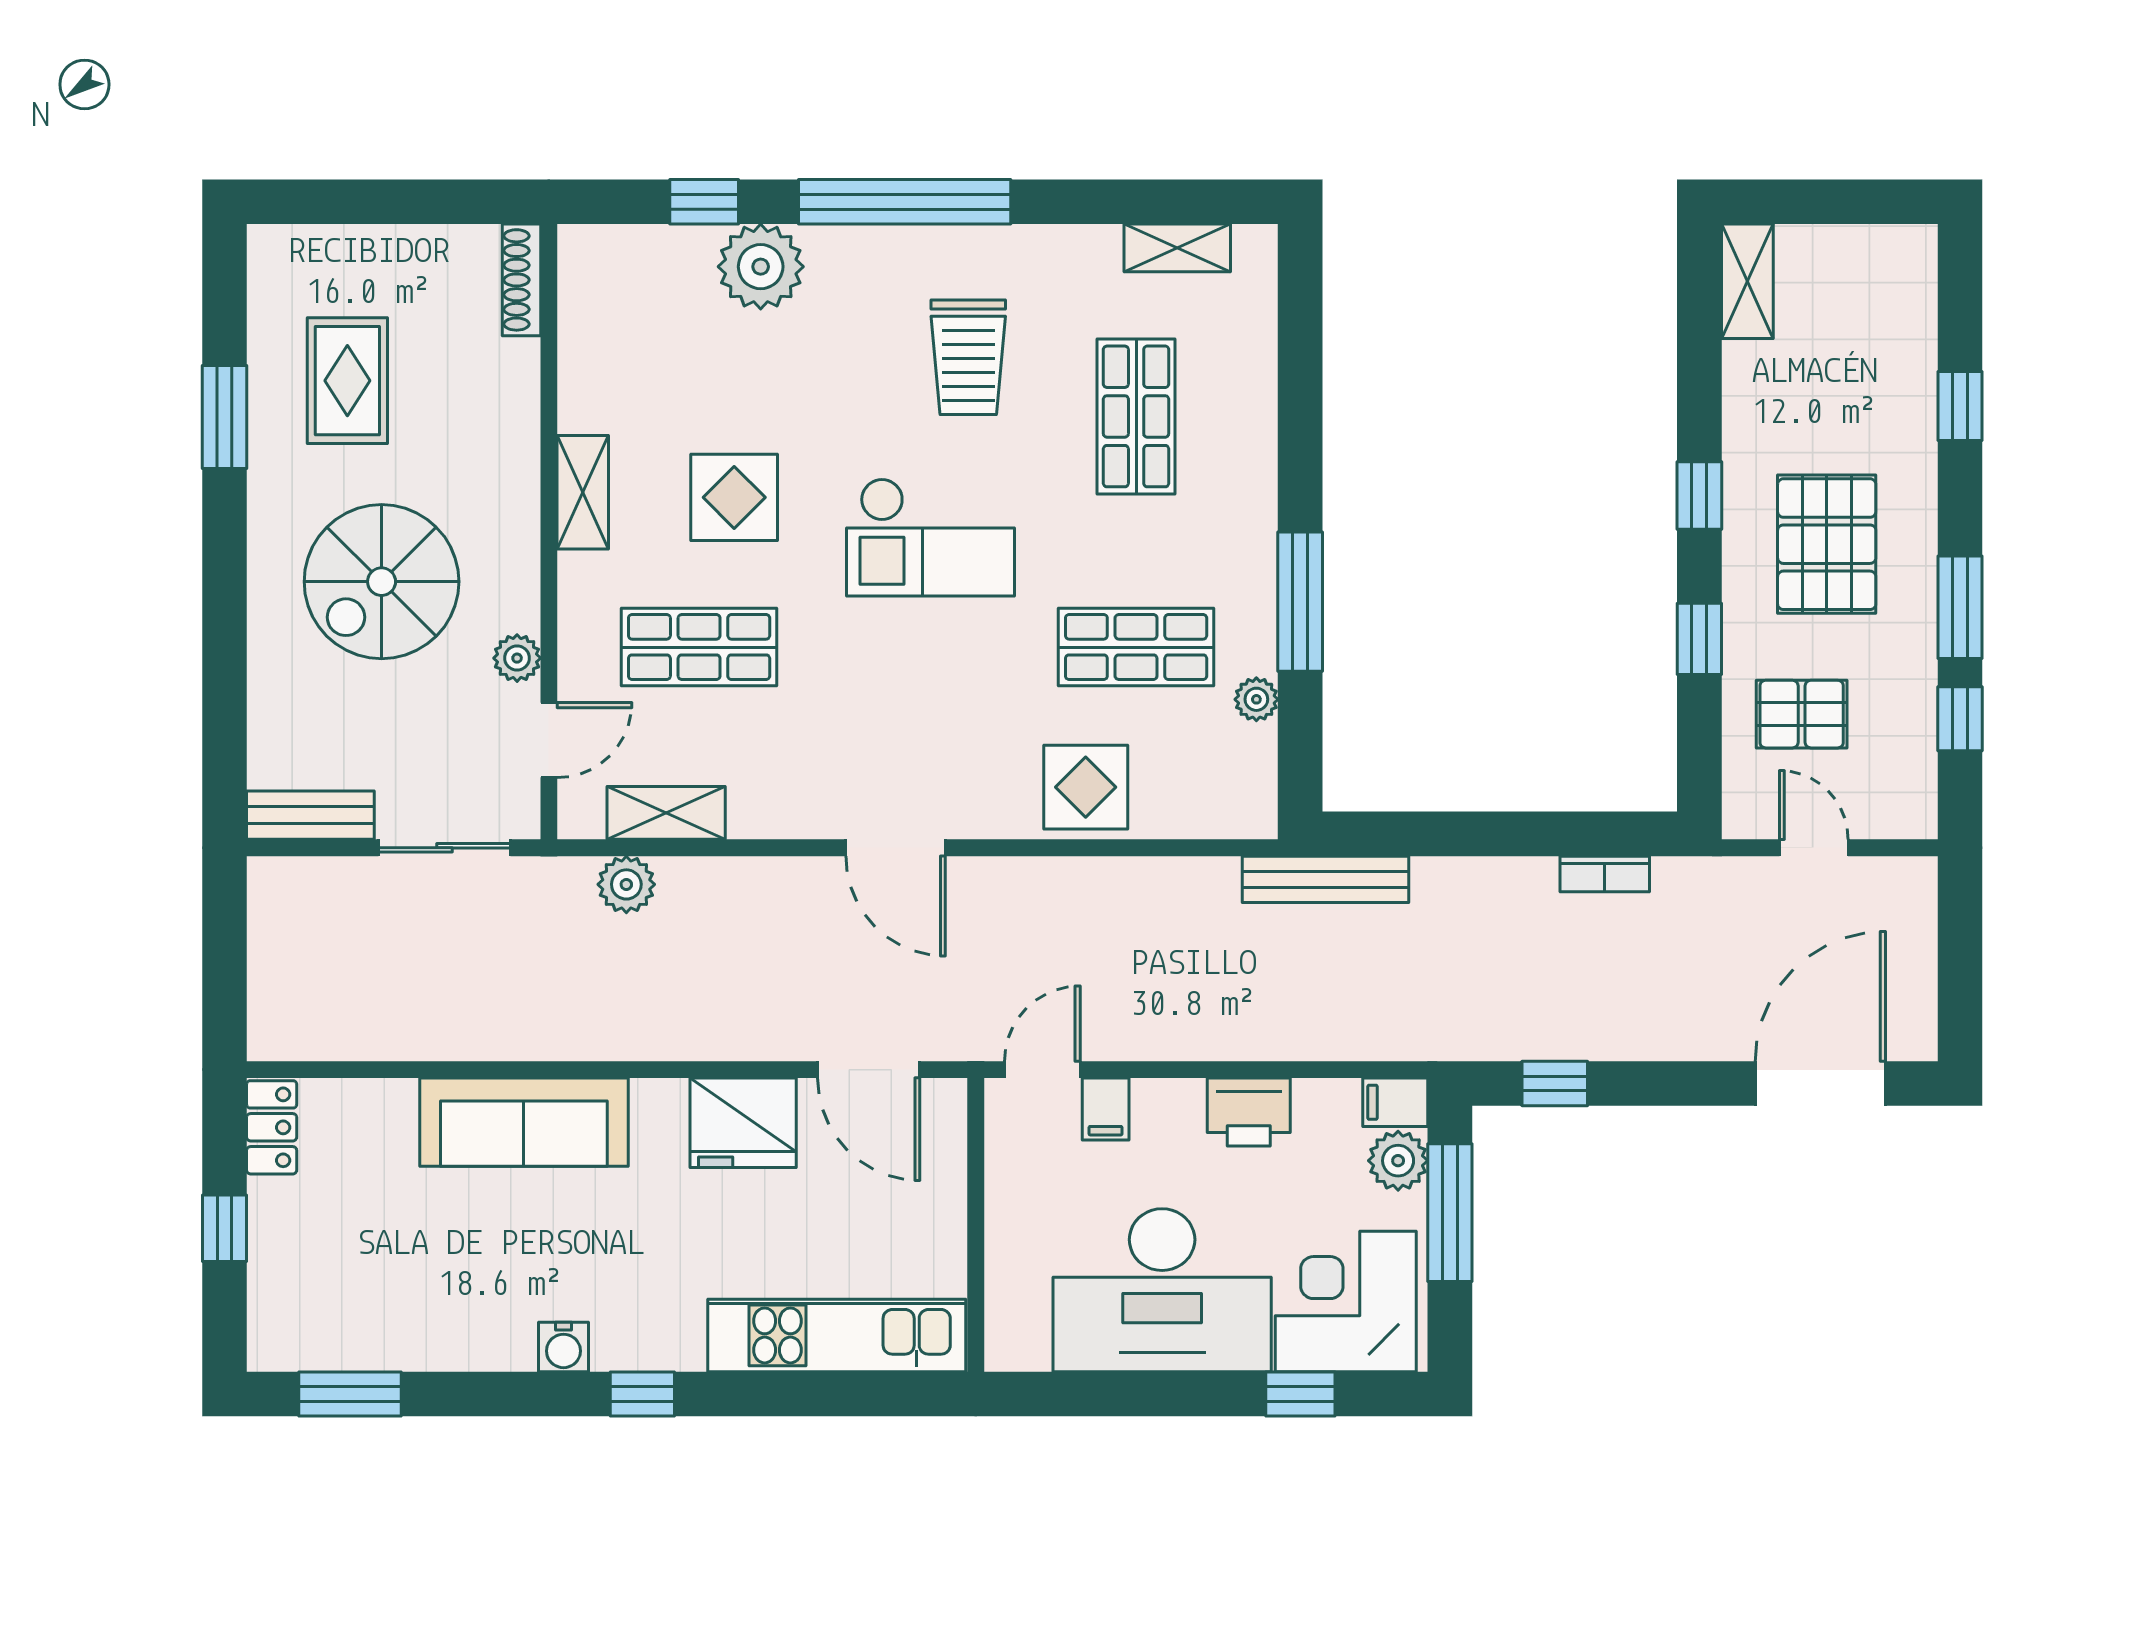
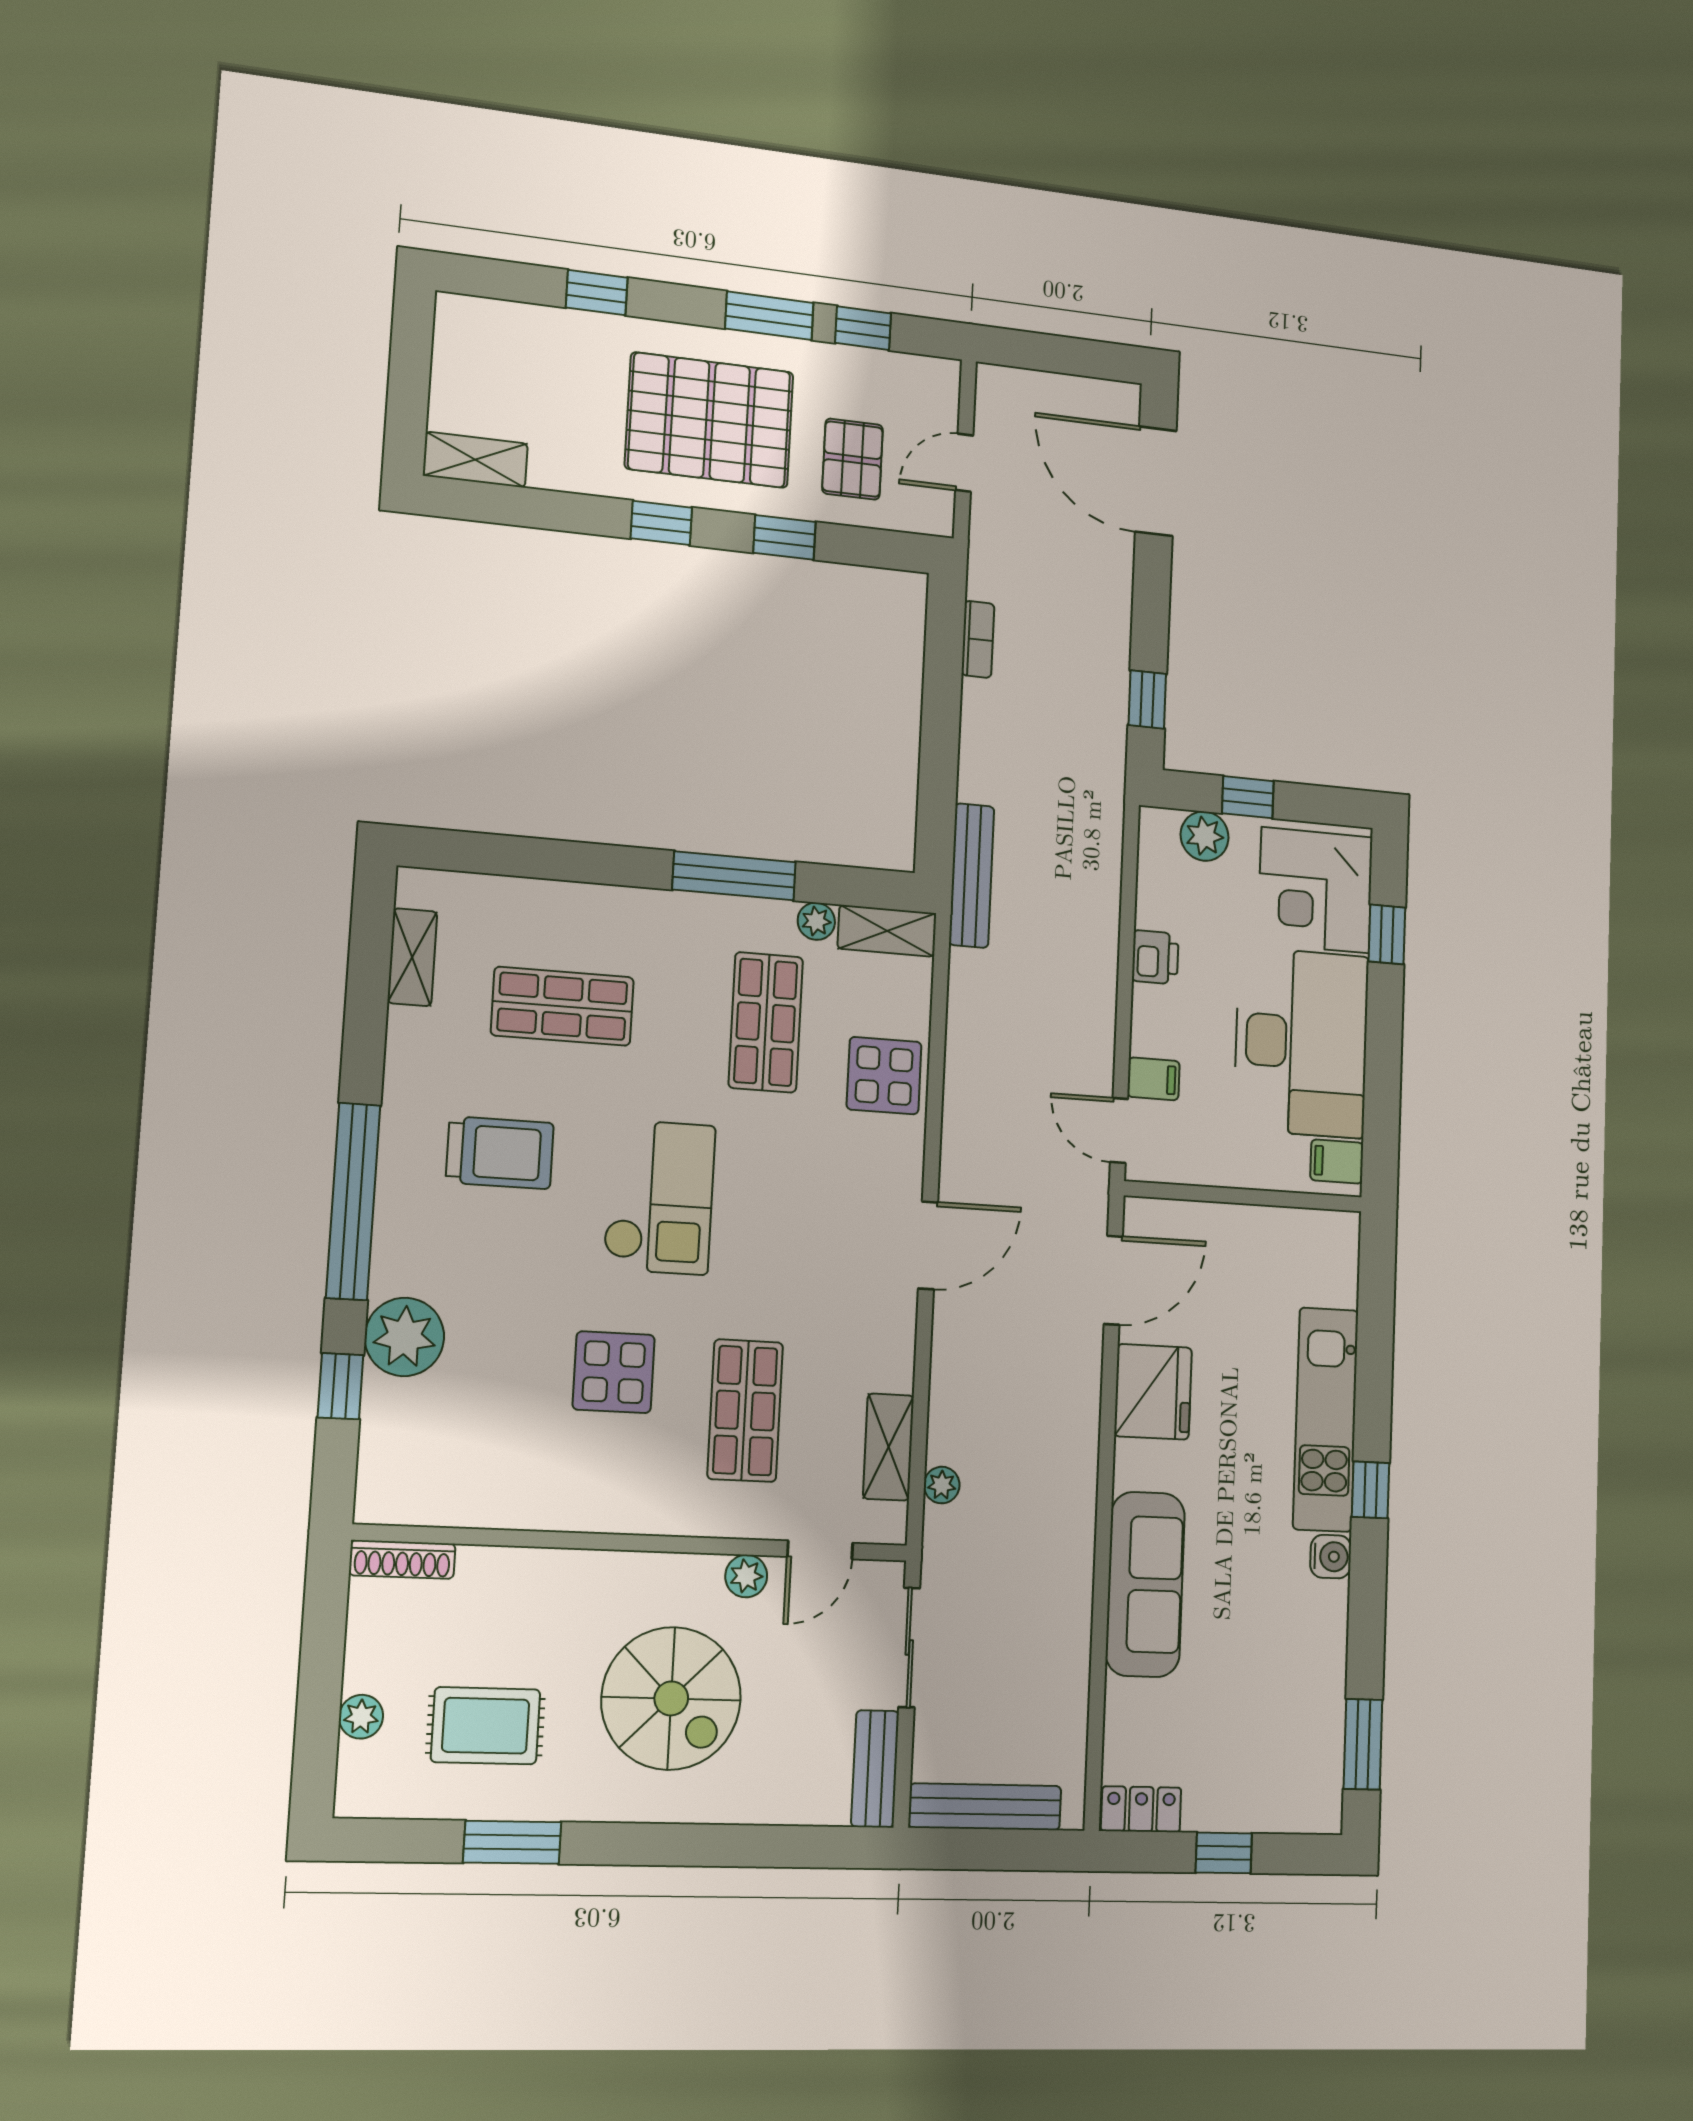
plant: (354, 247) -> (361, 1717), added
shelving: (583, 492) -> (887, 931), moved
pallet: (1827, 544) -> (709, 420), width x1.37, depth x1.41
door: (549, 740) -> (820, 1550), swing flipped
plant: (626, 884) -> (942, 1485), width x0.73, depth x0.73
bench: (271, 944) -> (985, 1807), added
filing cabinet: (1395, 1102) -> (1337, 1161), moved, turned 90
printer: (1249, 1112) -> (1155, 957), width x0.73, depth x0.81
window: (1450, 1213) -> (1248, 797), width x0.46
kitchen unit: (837, 1335) -> (1326, 1419), moved

